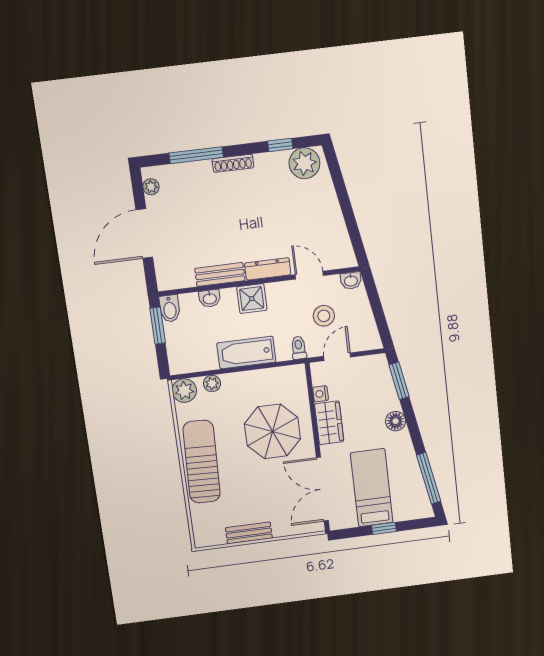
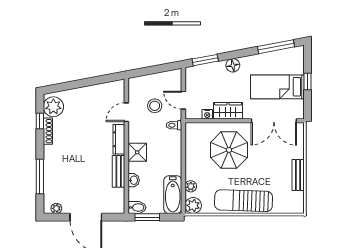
shoe rack: (233, 163) -> (48, 131), moved
washbasin: (351, 281) -> (133, 85), removed
bathtub: (246, 352) -> (173, 195), moved

